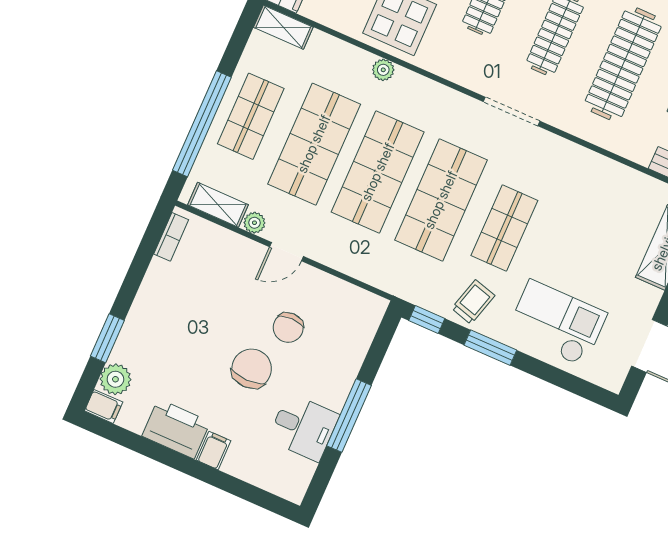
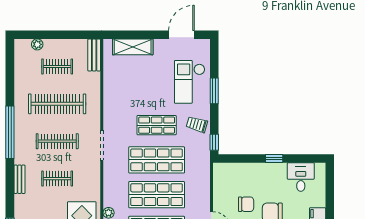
window: (490, 348) -> (214, 91), moved
window: (349, 416) -> (274, 158), width x0.46
desk: (303, 427) -> (301, 177), moved

